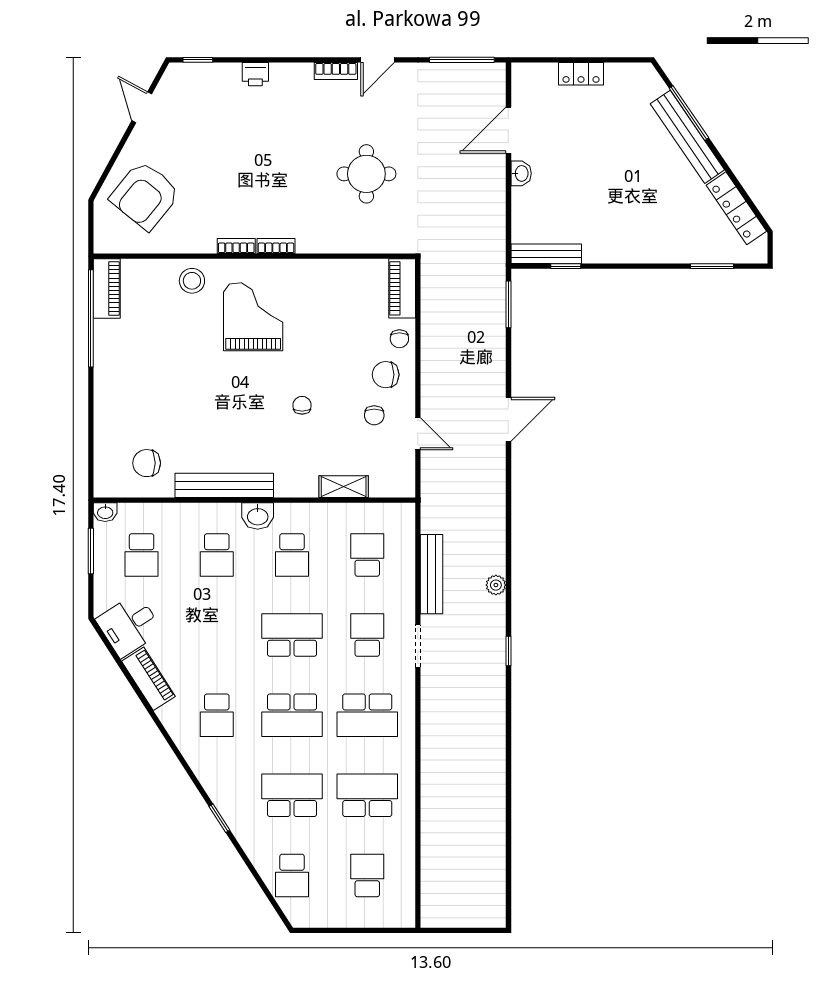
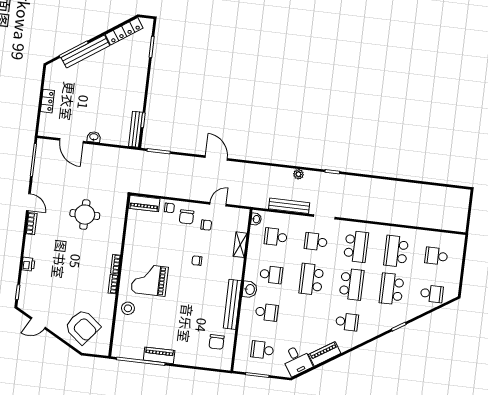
piano: (107, 288) -> (159, 355), moved
washbasin: (105, 512) -> (256, 219), moved
school desk: (142, 555) -> (262, 350), turned 180

